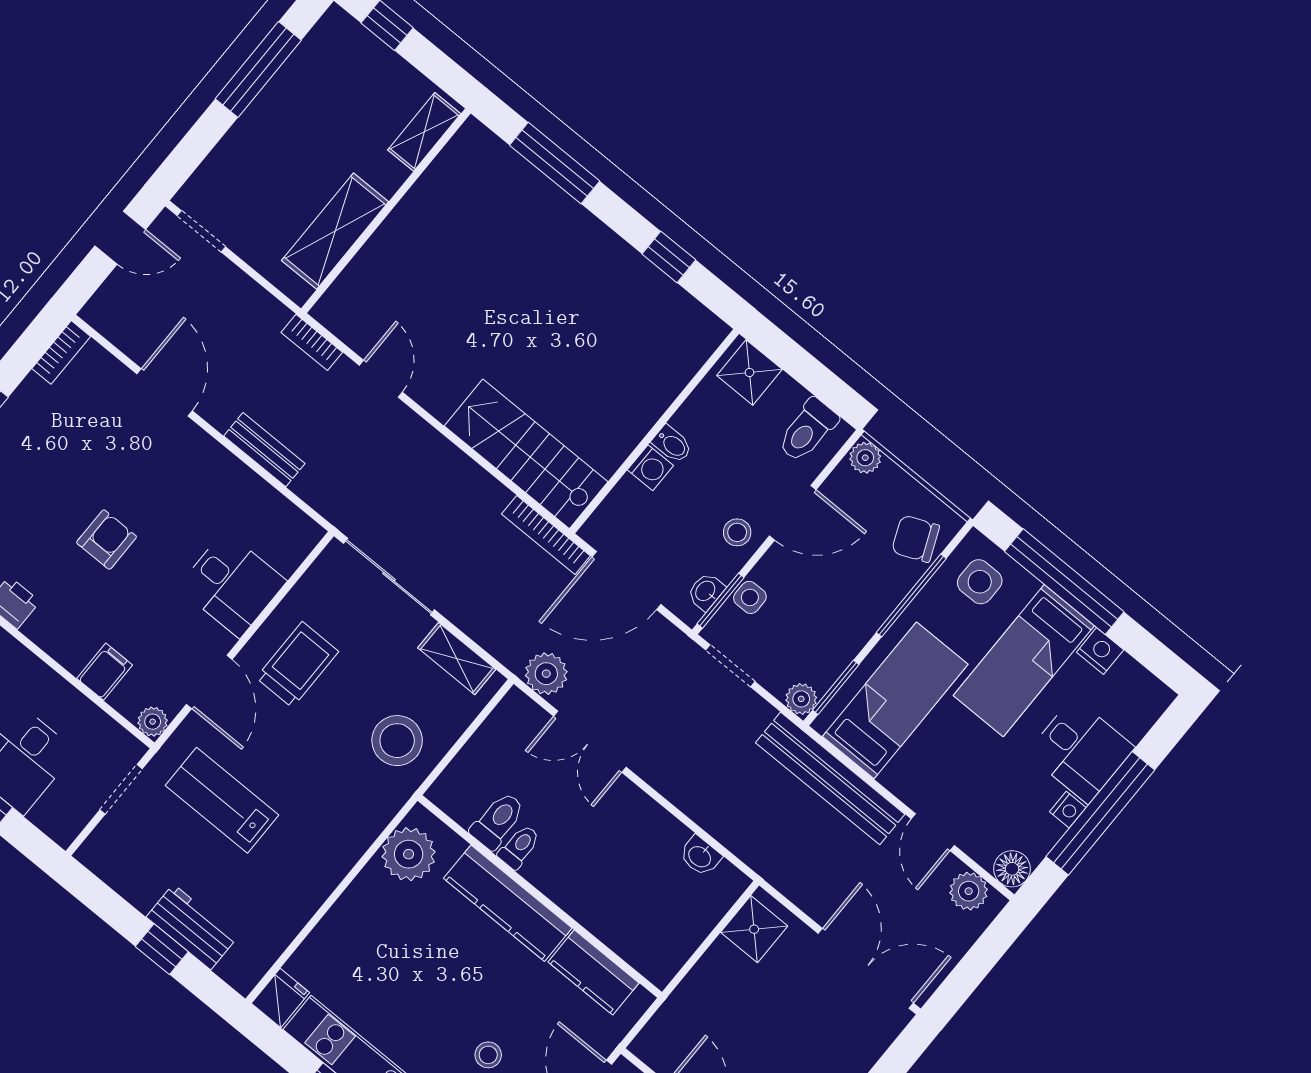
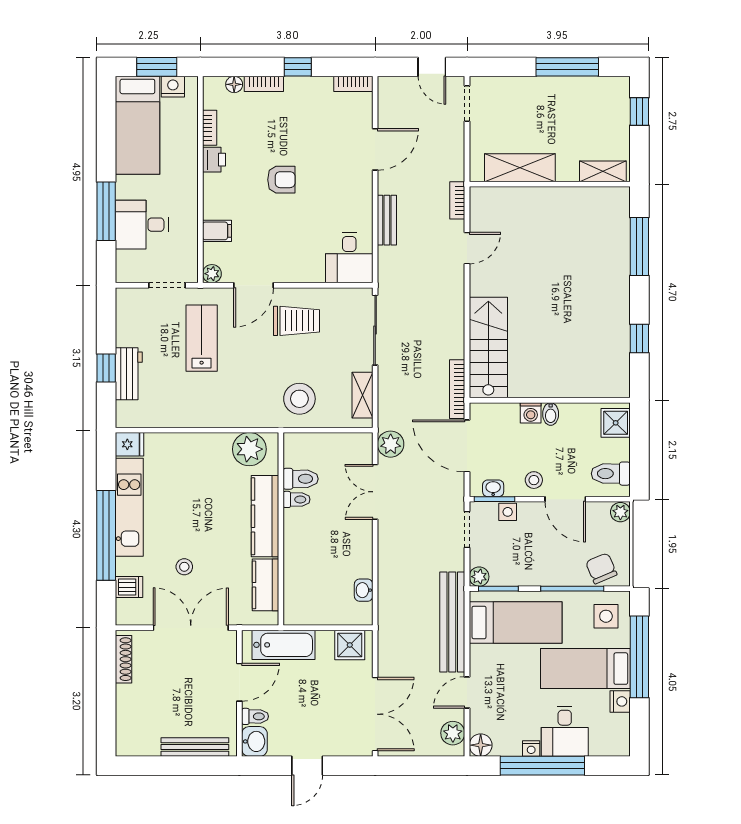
desk: (232, 584) -> (349, 258), moved
bathtub: (686, 1011) -> (283, 645), added

